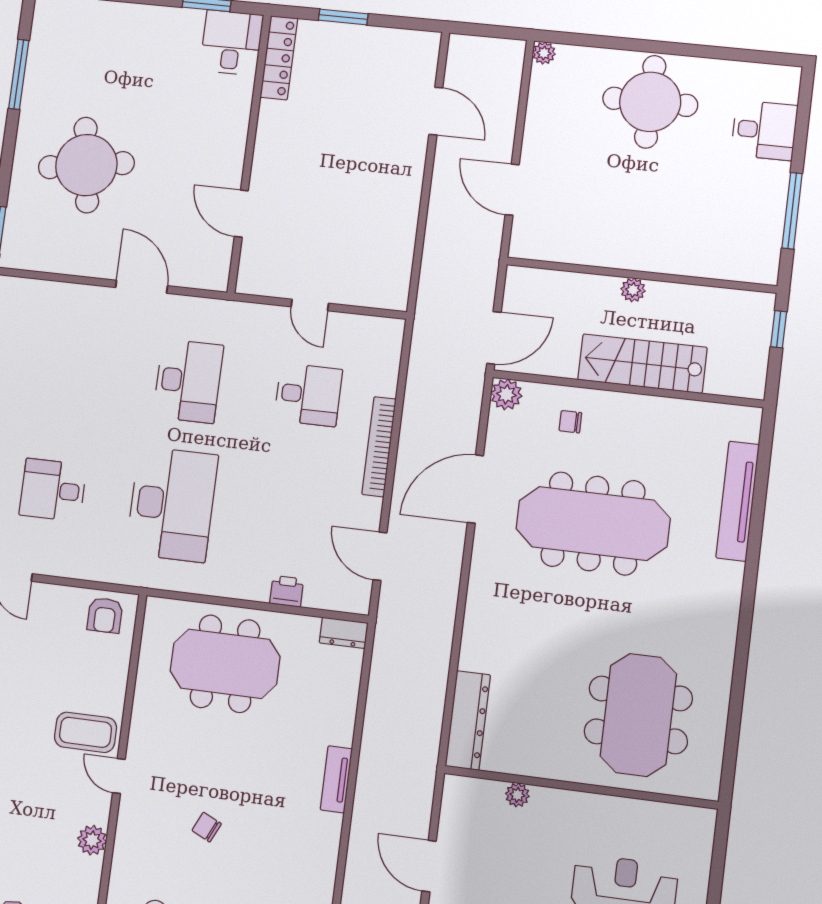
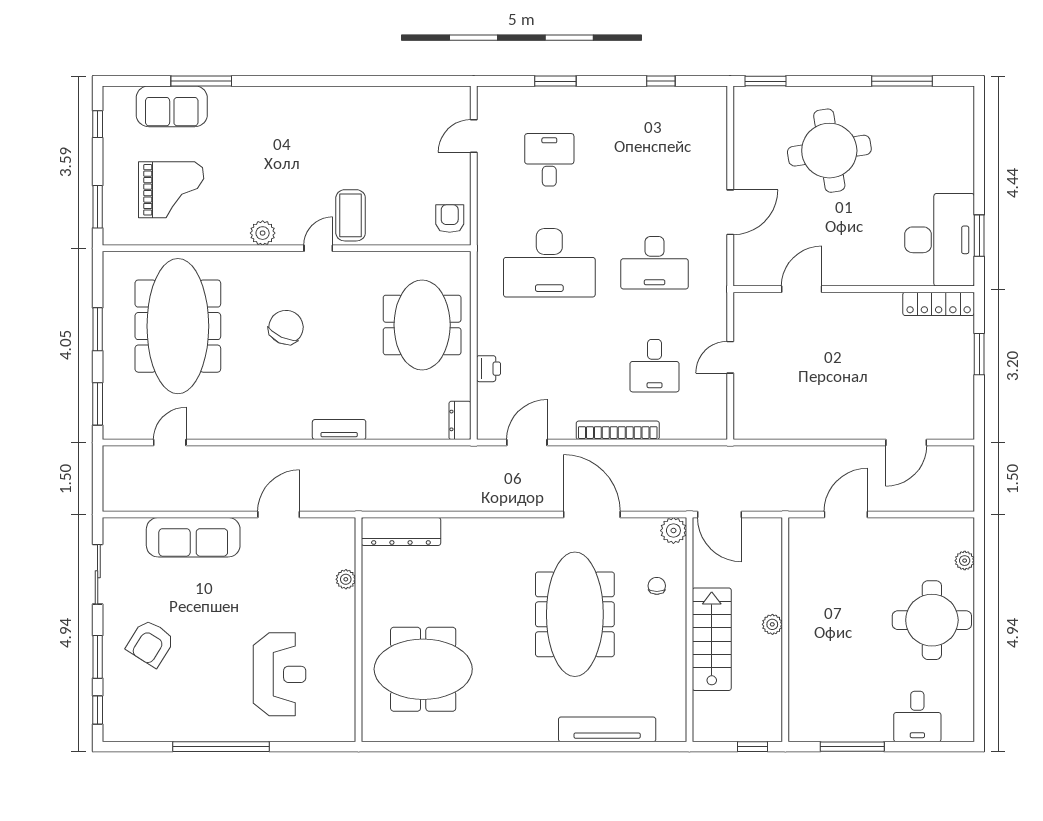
desk: (231, 43) -> (940, 240), width x1.87, depth x1.30
plant: (544, 53) -> (965, 561), moved
armchair: (105, 615) -> (450, 219), turned 90
chair: (207, 827) -> (286, 327), width x1.87, depth x1.87

